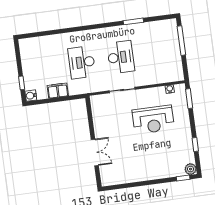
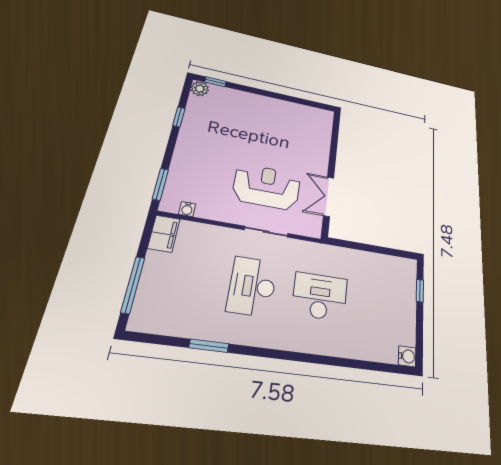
desk: (82, 62) -> (320, 296), turned -90
filing cabinet: (58, 91) -> (164, 234), moved, turned -90
water cooler: (31, 96) -> (407, 356), moved
reception desk: (153, 120) -> (267, 187), moved
double door: (95, 152) -> (329, 197), moved

